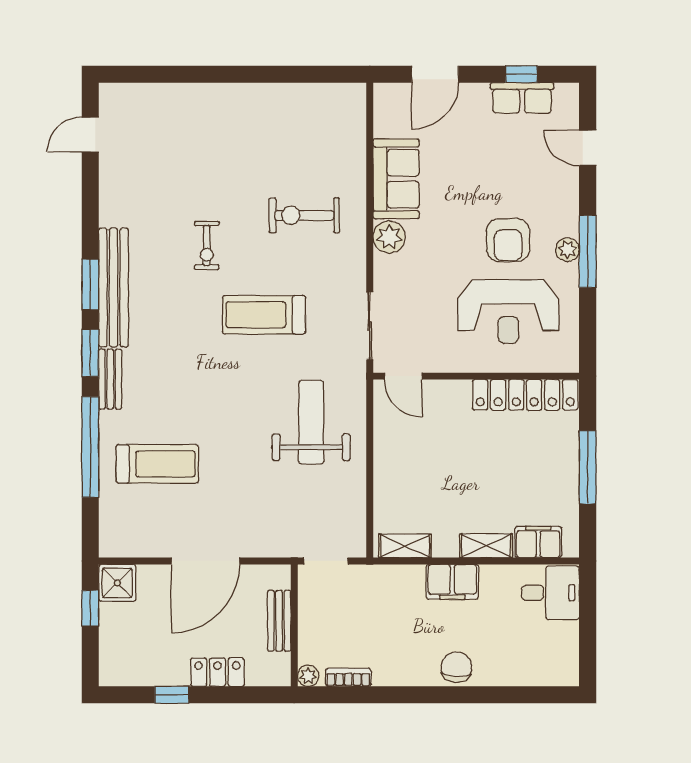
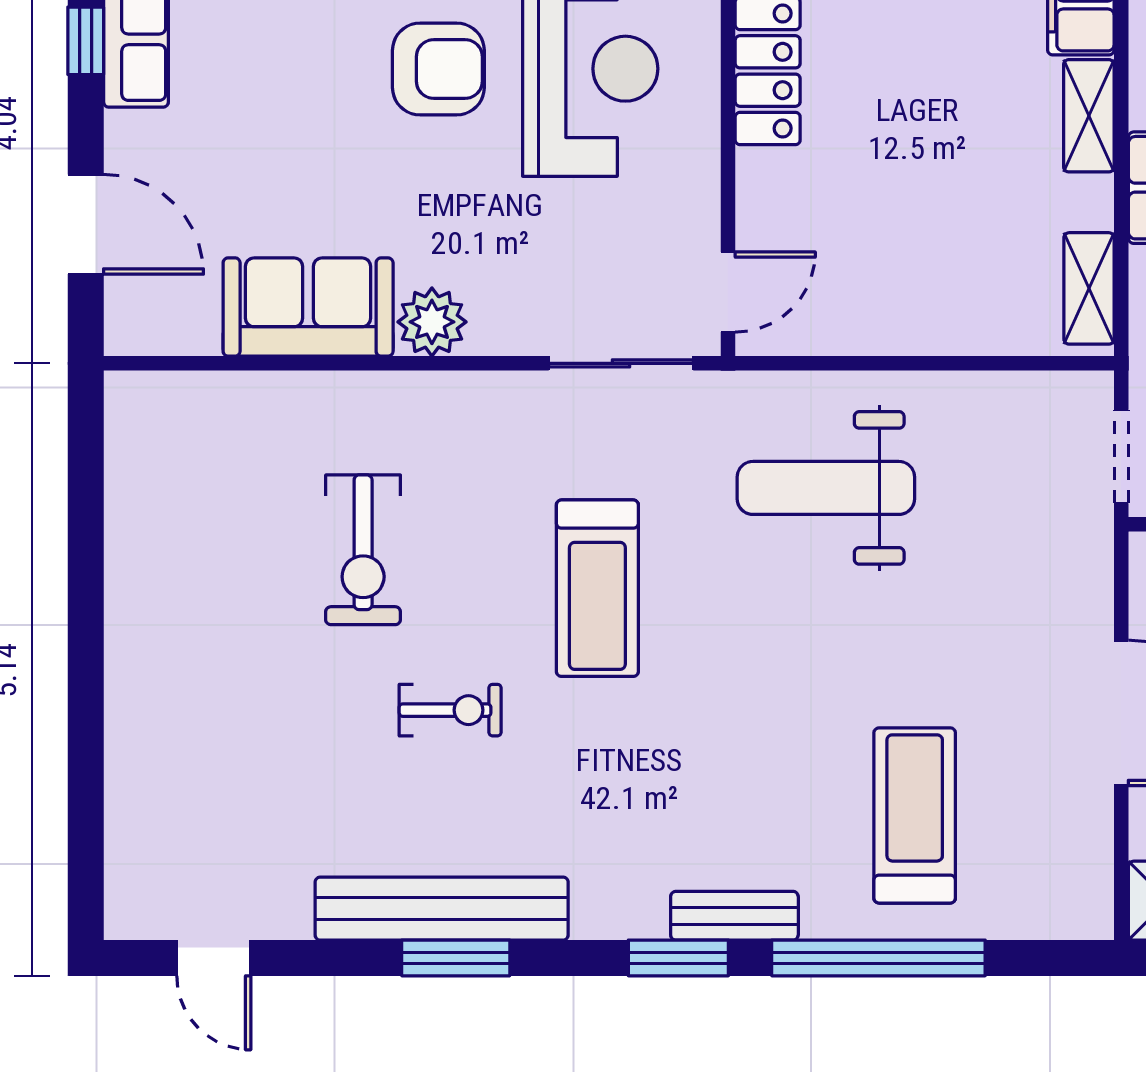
exercise bike: (304, 215) -> (363, 550), moved
window: (90, 284) -> (456, 958), moved
bench: (113, 287) -> (442, 909), moved

